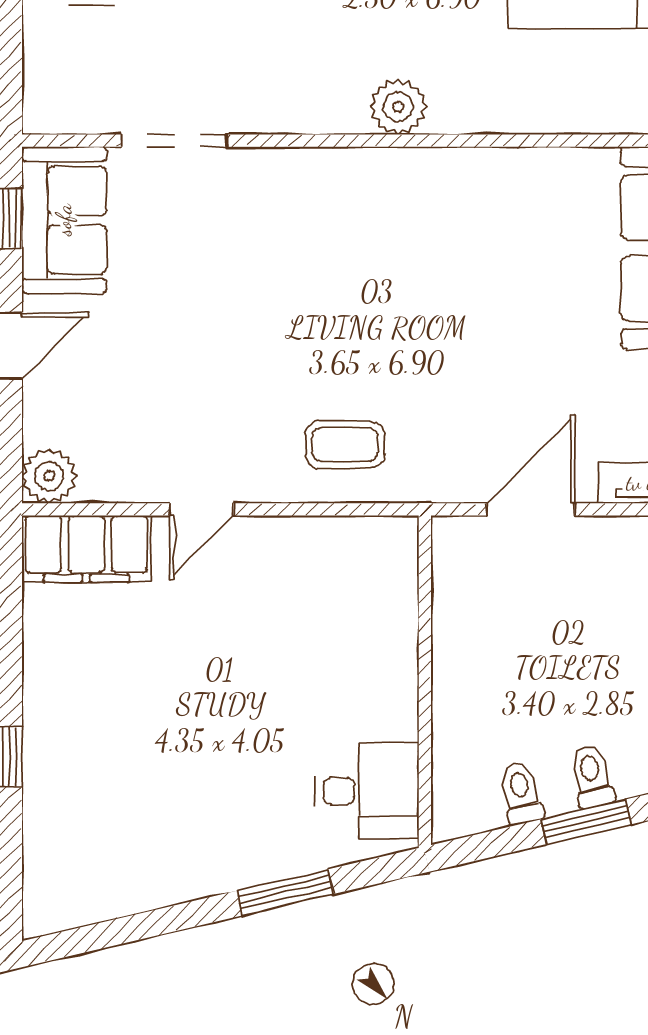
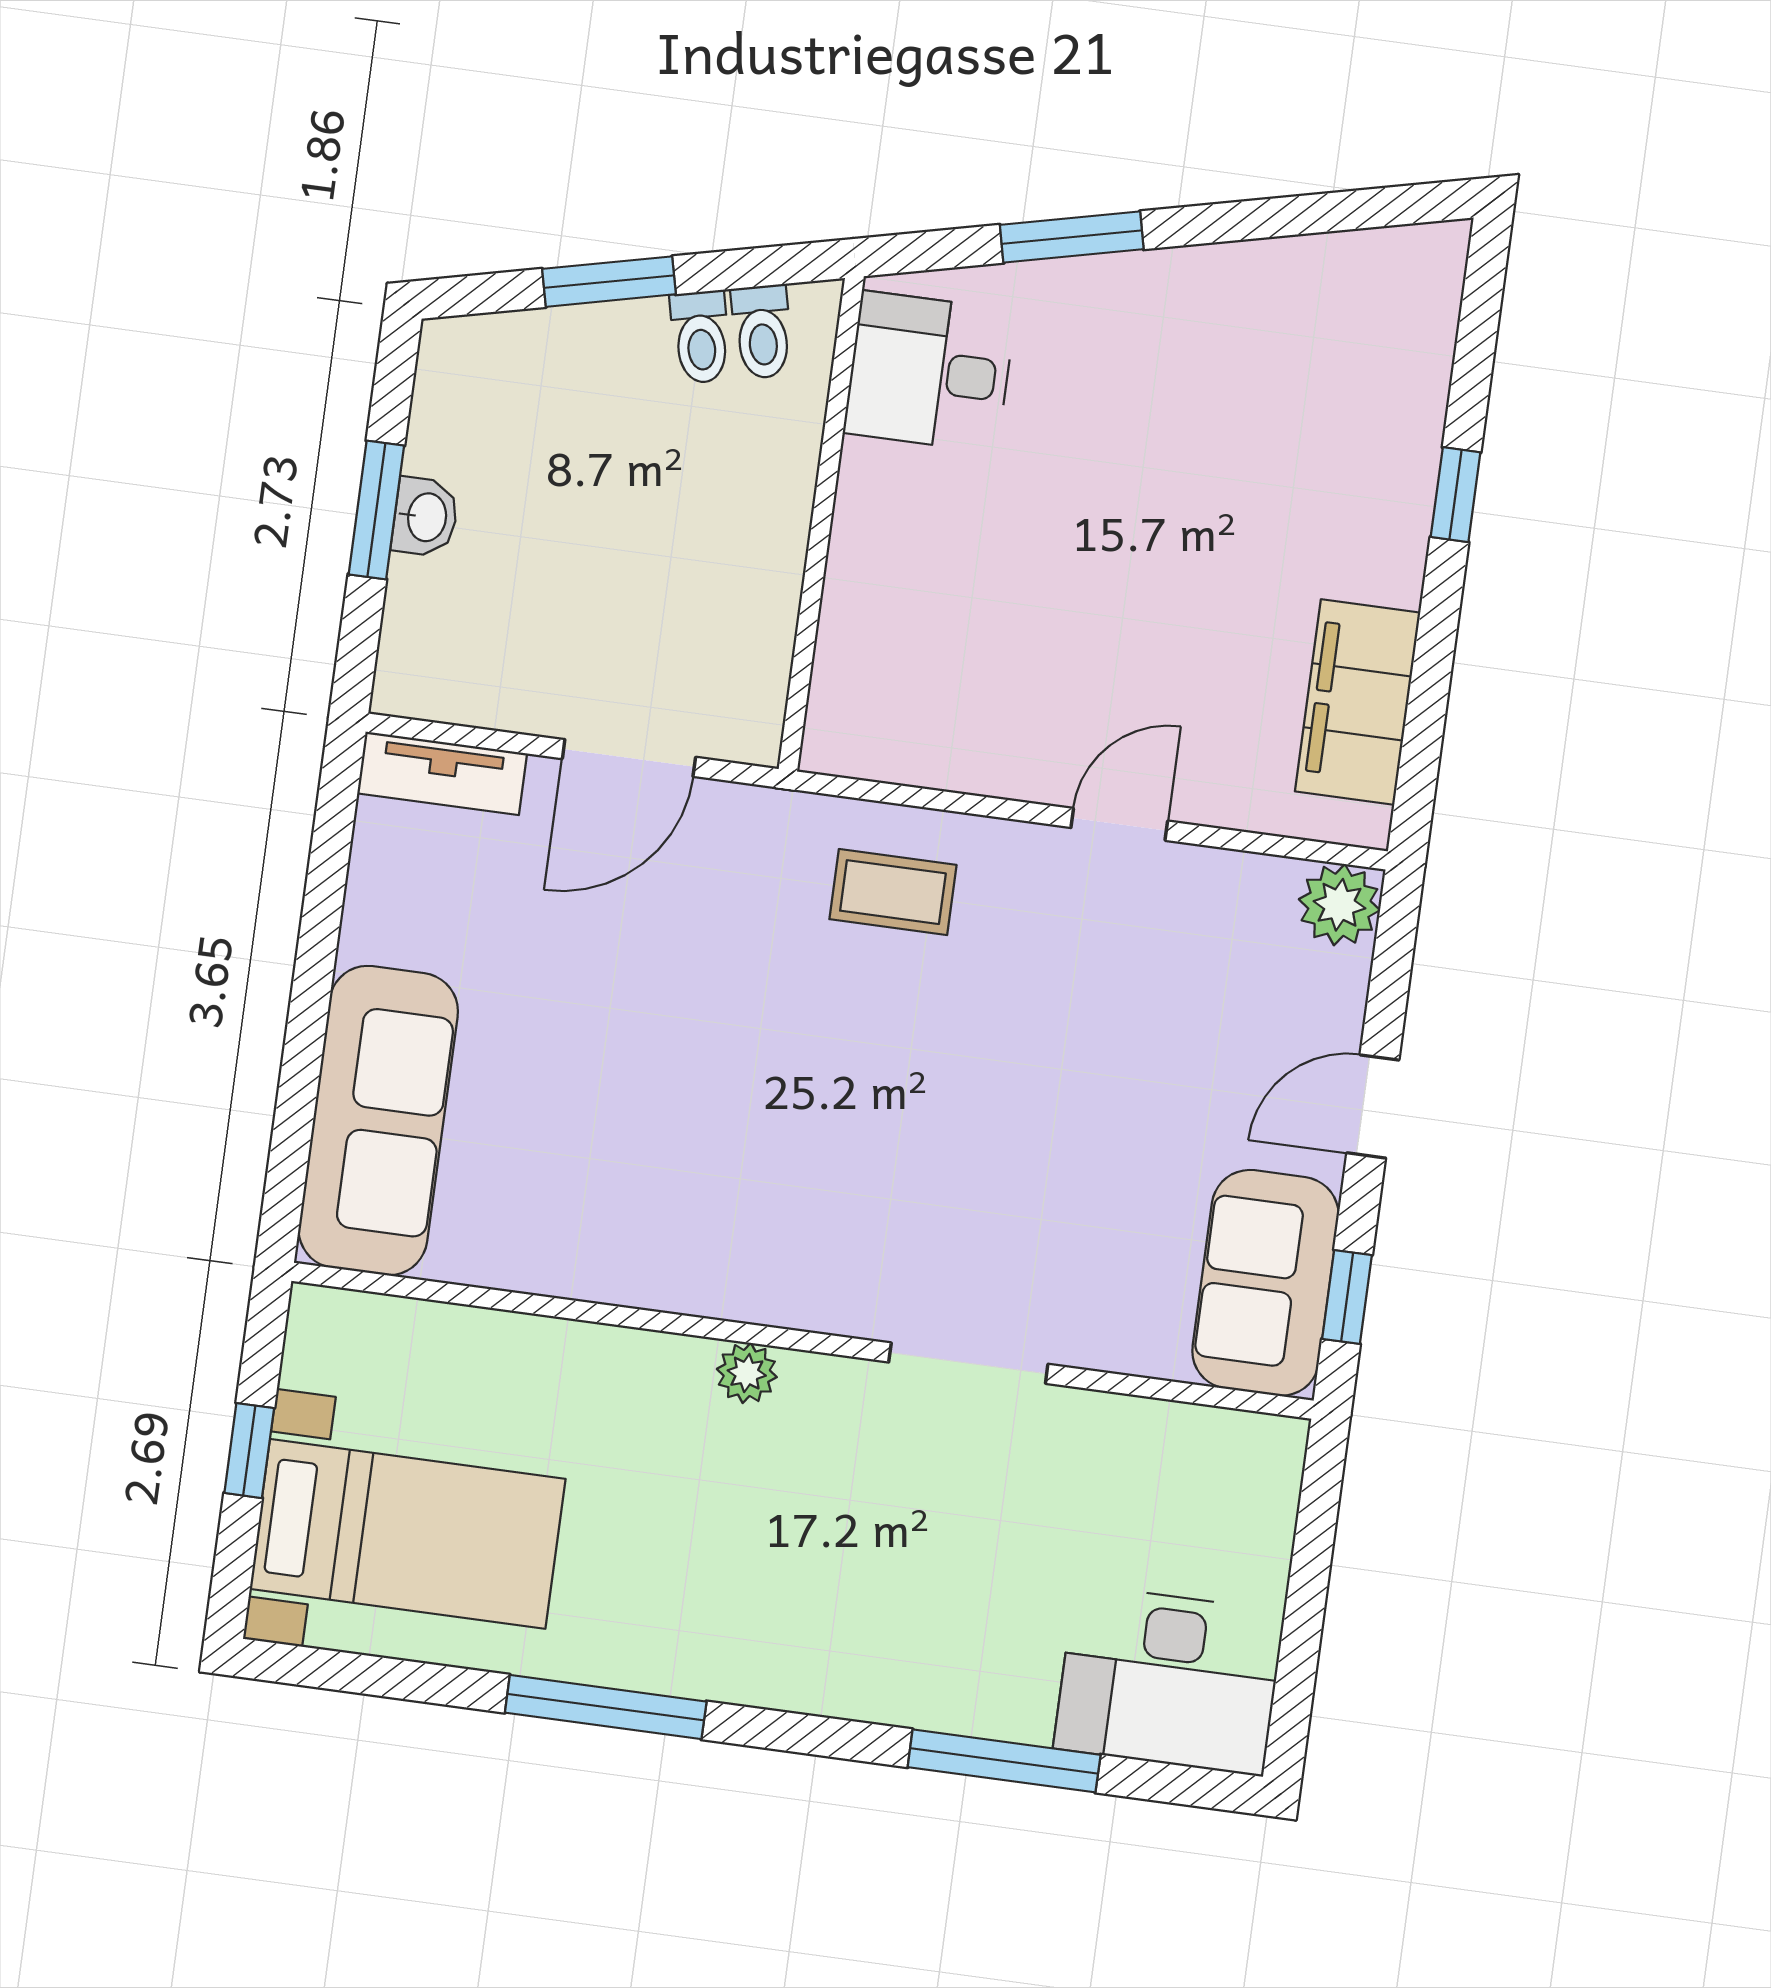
plant: (398, 107) -> (747, 1373), width x0.73, depth x0.73
doorway: (174, 141) -> (968, 1363), moved
filing cabinet: (86, 549) -> (1358, 702), moved, turned -90
toilet: (591, 776) -> (762, 332), moved

